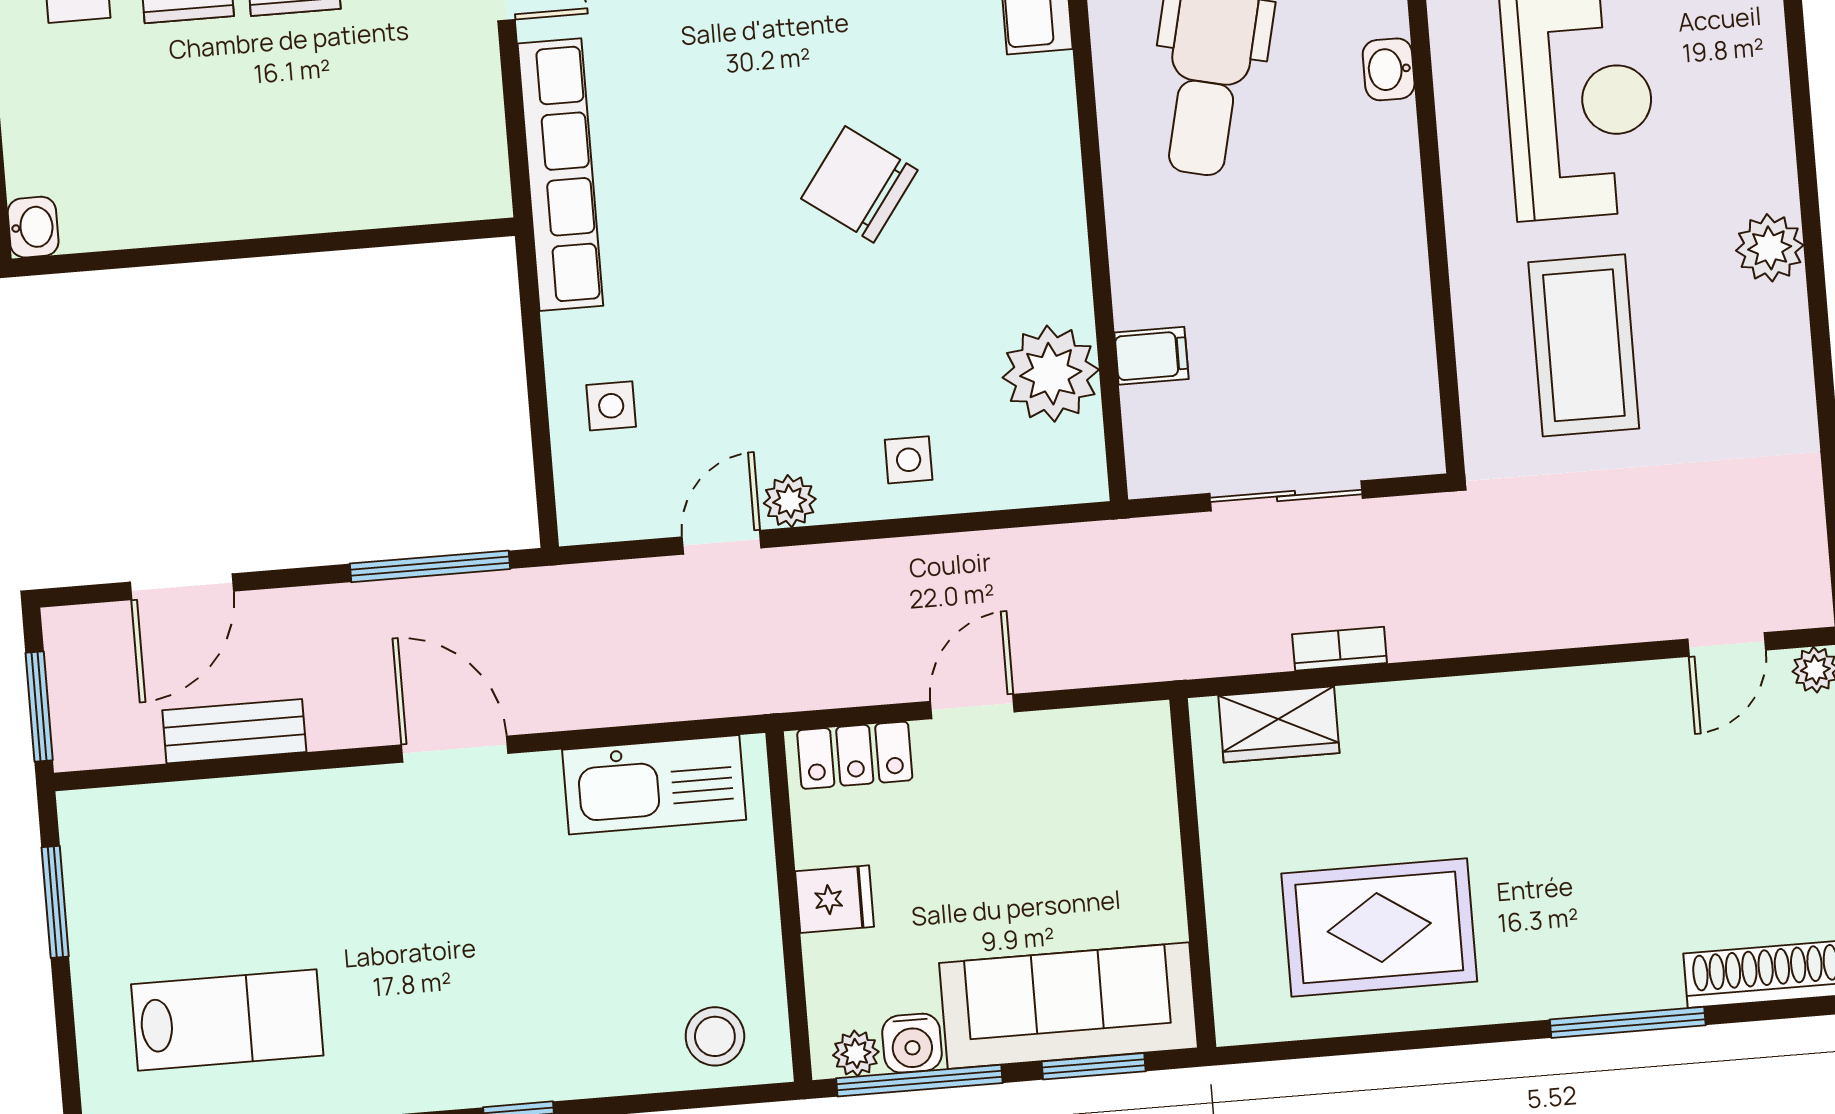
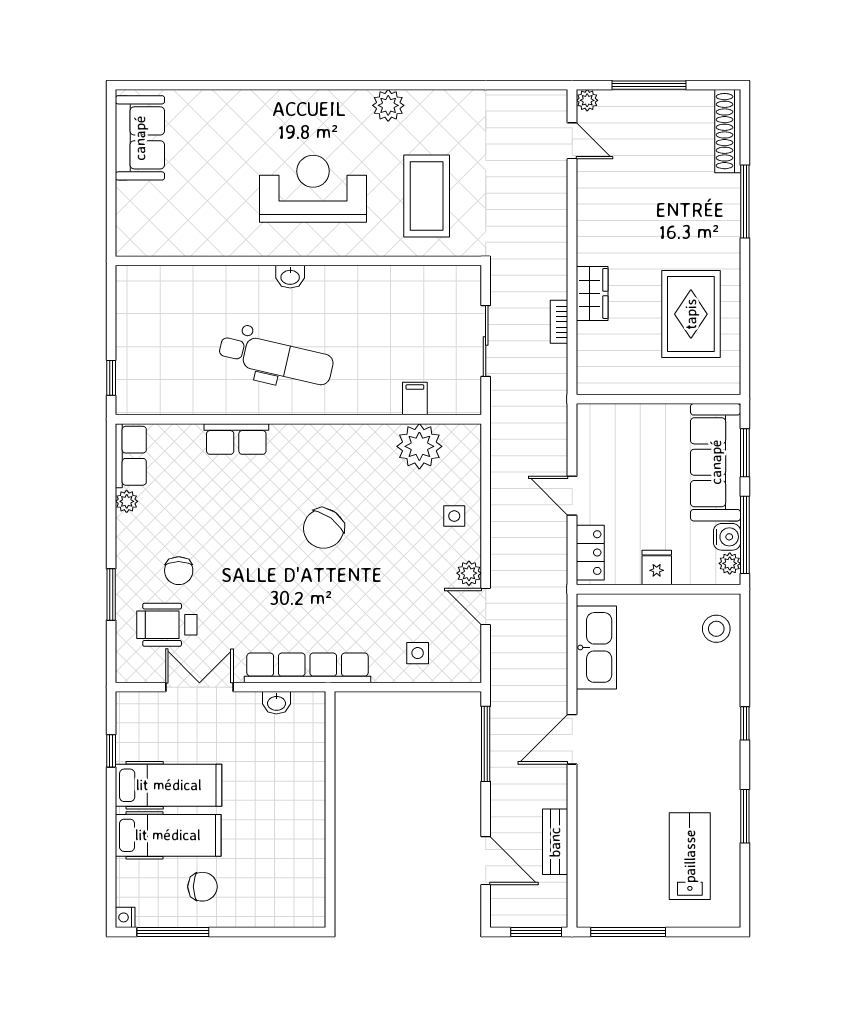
washbasin: (33, 227) -> (276, 703), moved, turned 180
coffee table: (1584, 345) -> (427, 196), turned 90
wardrobe: (1279, 724) -> (592, 294), moved
window: (55, 902) -> (628, 932), width x1.44

